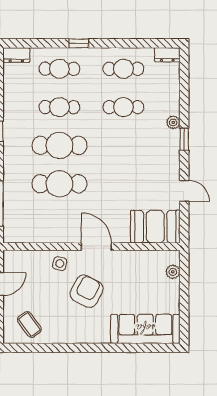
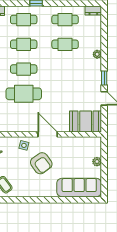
window: (184, 139) -> (104, 78), moved
cafe table: (59, 145) -> (24, 69), width x0.73, depth x0.74
plant: (173, 272) -> (97, 162), moved
armchair: (87, 291) -> (41, 163), turned 116

